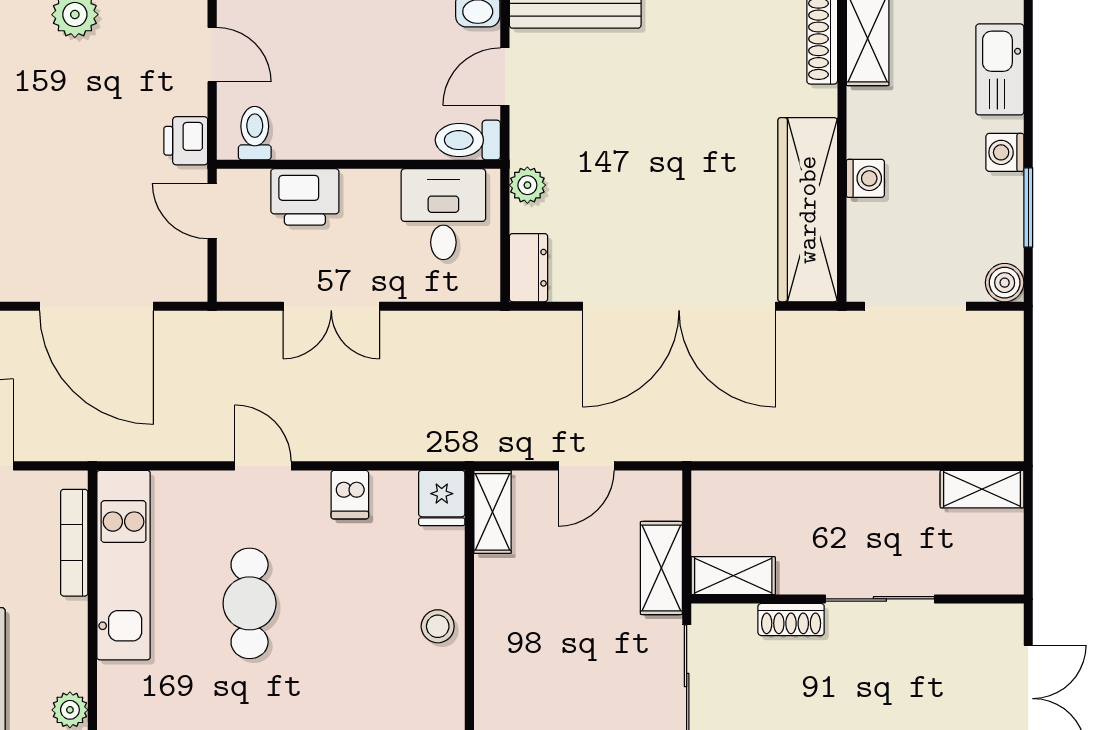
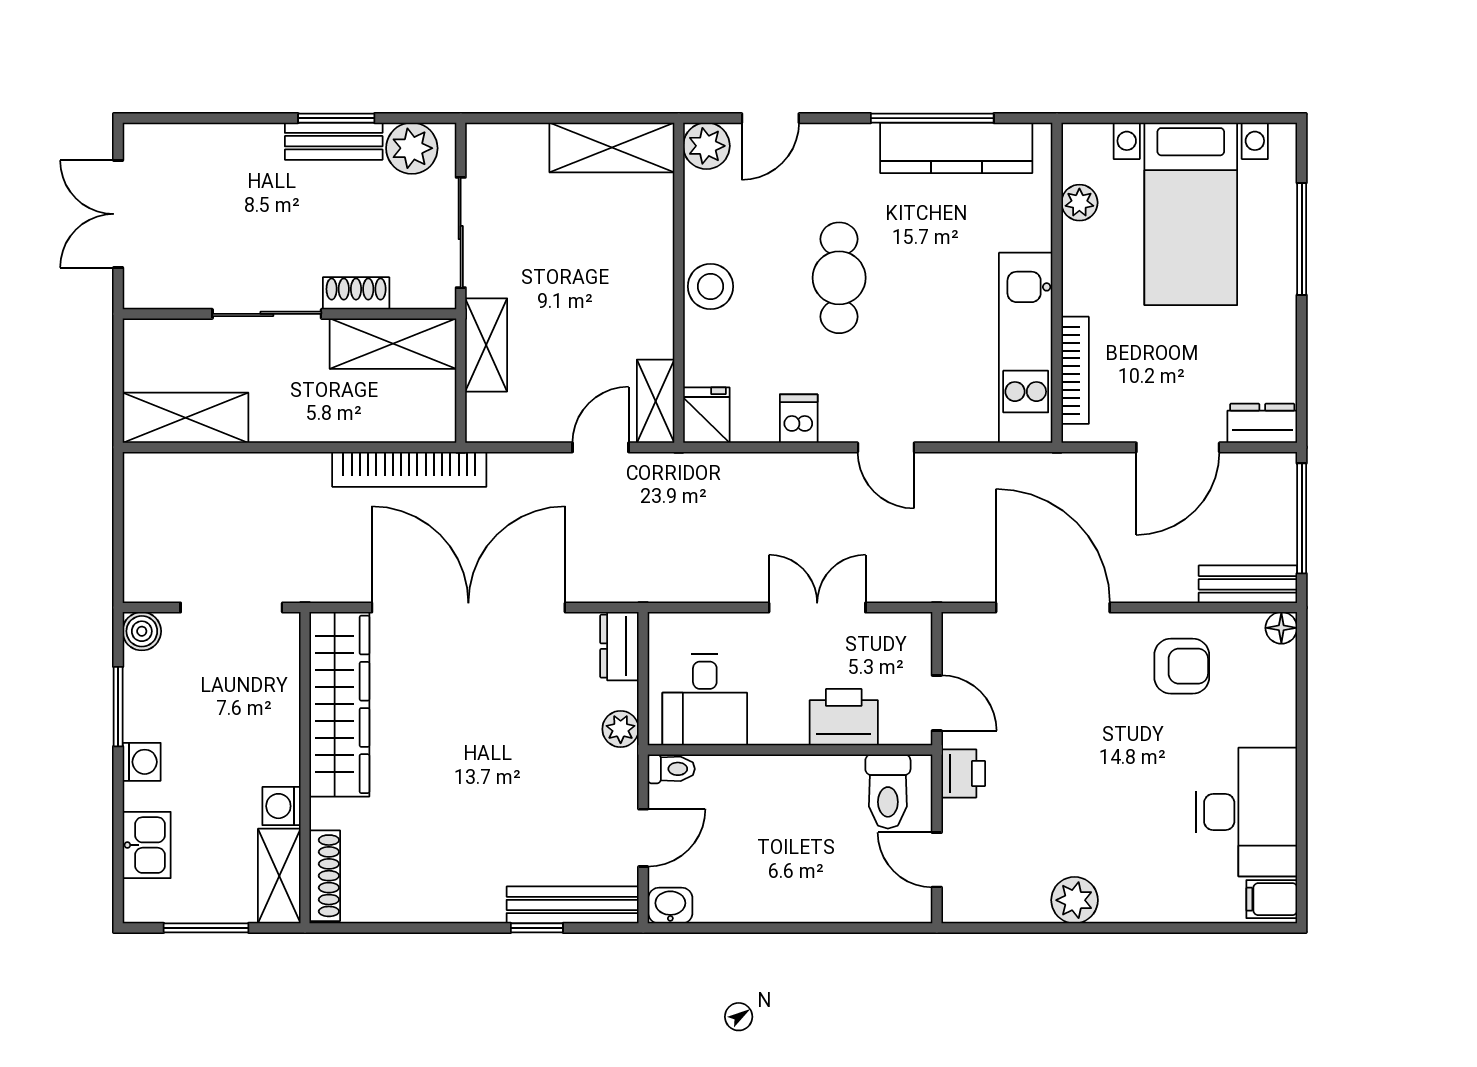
kitchen sink: (1000, 69) -> (147, 845), width x0.73
toilet: (255, 133) -> (888, 792), width x1.37, depth x1.39
toilet: (468, 140) -> (671, 769), width x0.73, depth x0.72
washing machine: (865, 178) -> (281, 806), moved
bookcase: (738, 444) -> (409, 469), added
door: (586, 466) -> (600, 447), moved
shelving: (982, 489) -> (185, 418), width x1.50, depth x1.33
shelving: (733, 576) -> (393, 344), width x1.50, depth x1.33
cafe table: (250, 603) -> (839, 278), moved
stool: (438, 626) -> (711, 286), width x1.37, depth x1.37

